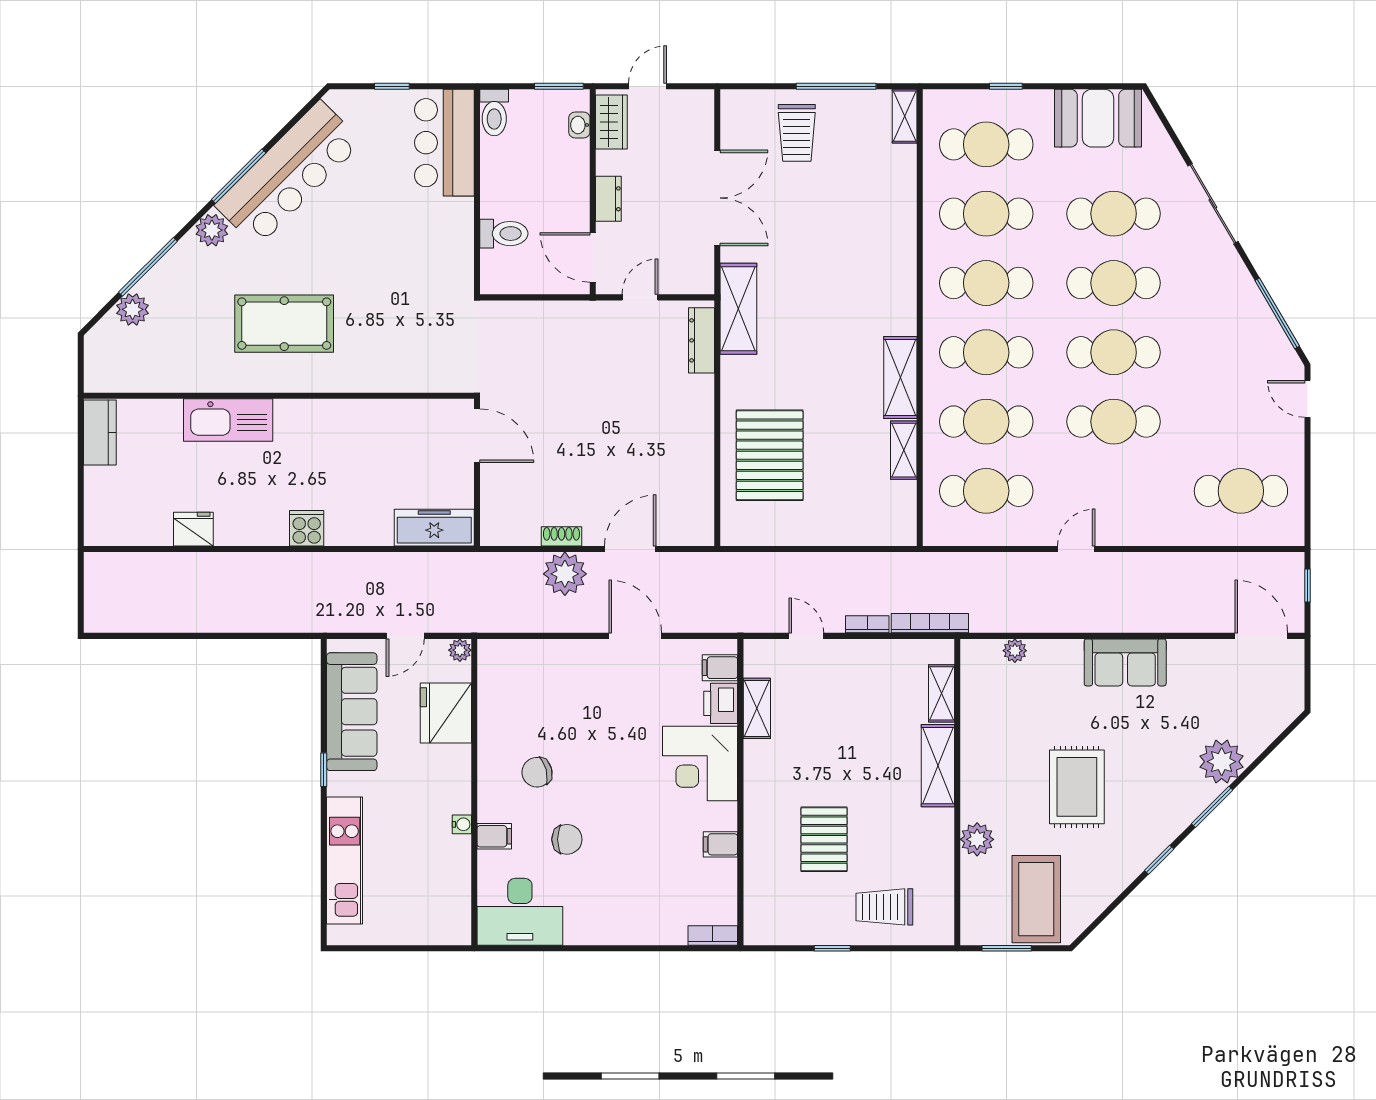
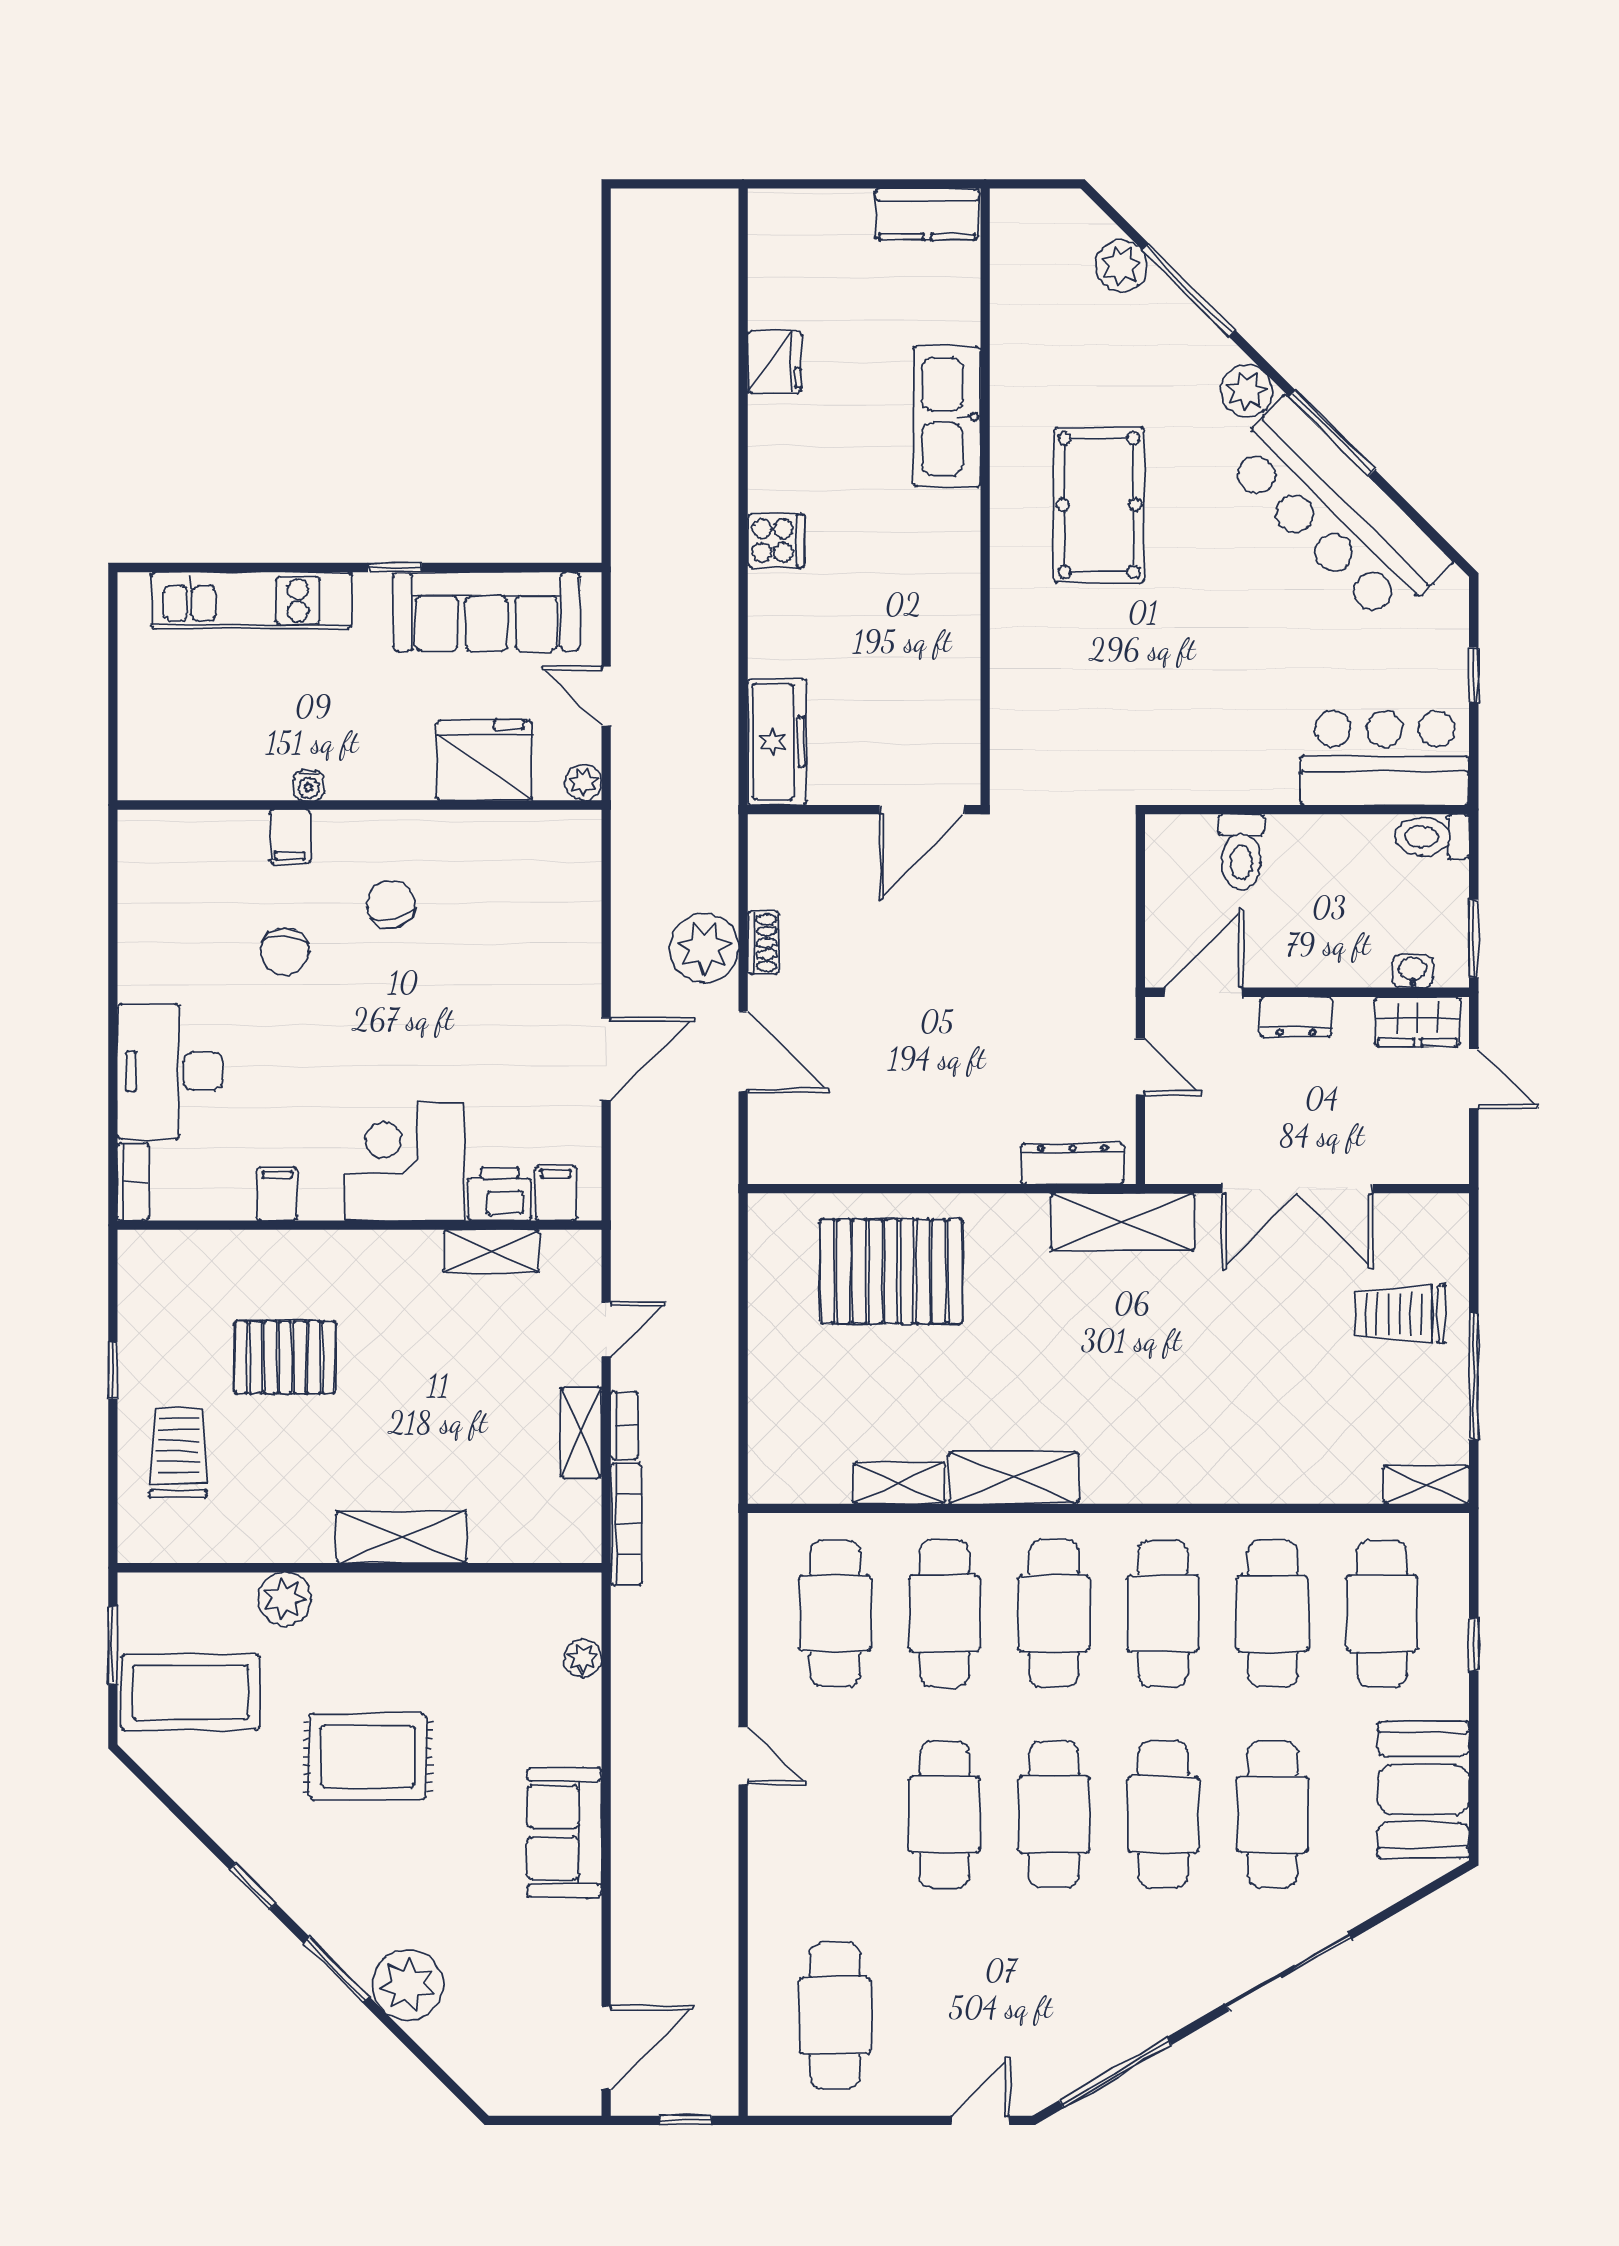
shelving: (941, 693) -> (581, 1433), moved, turned 90
desk: (520, 912) -> (170, 1071), moved

